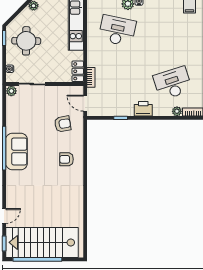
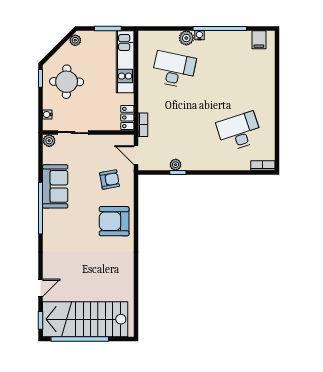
printer: (143, 109) -> (205, 162), removed
plant: (177, 111) -> (176, 165), moved
sofa: (17, 151) -> (55, 186), moved
armchair: (67, 159) -> (114, 221), width x1.88, depth x1.88

